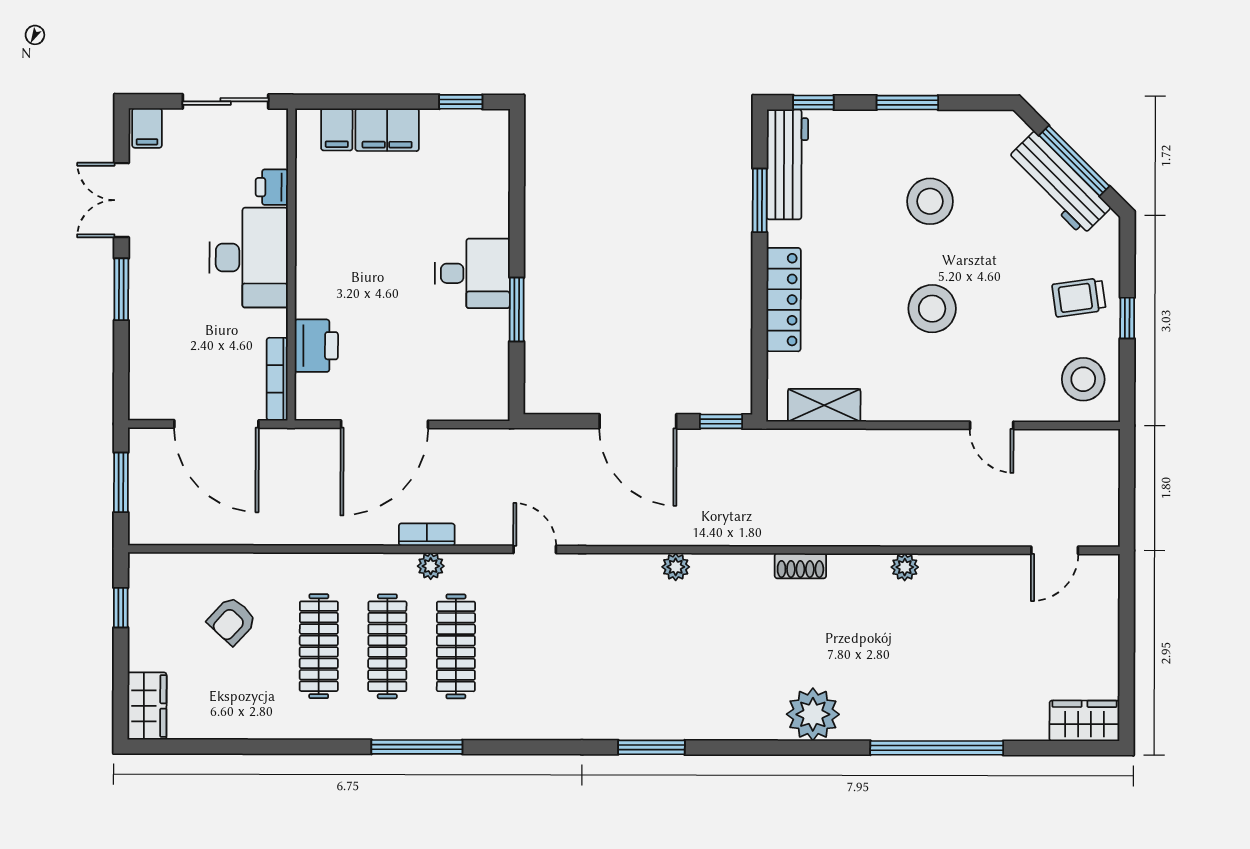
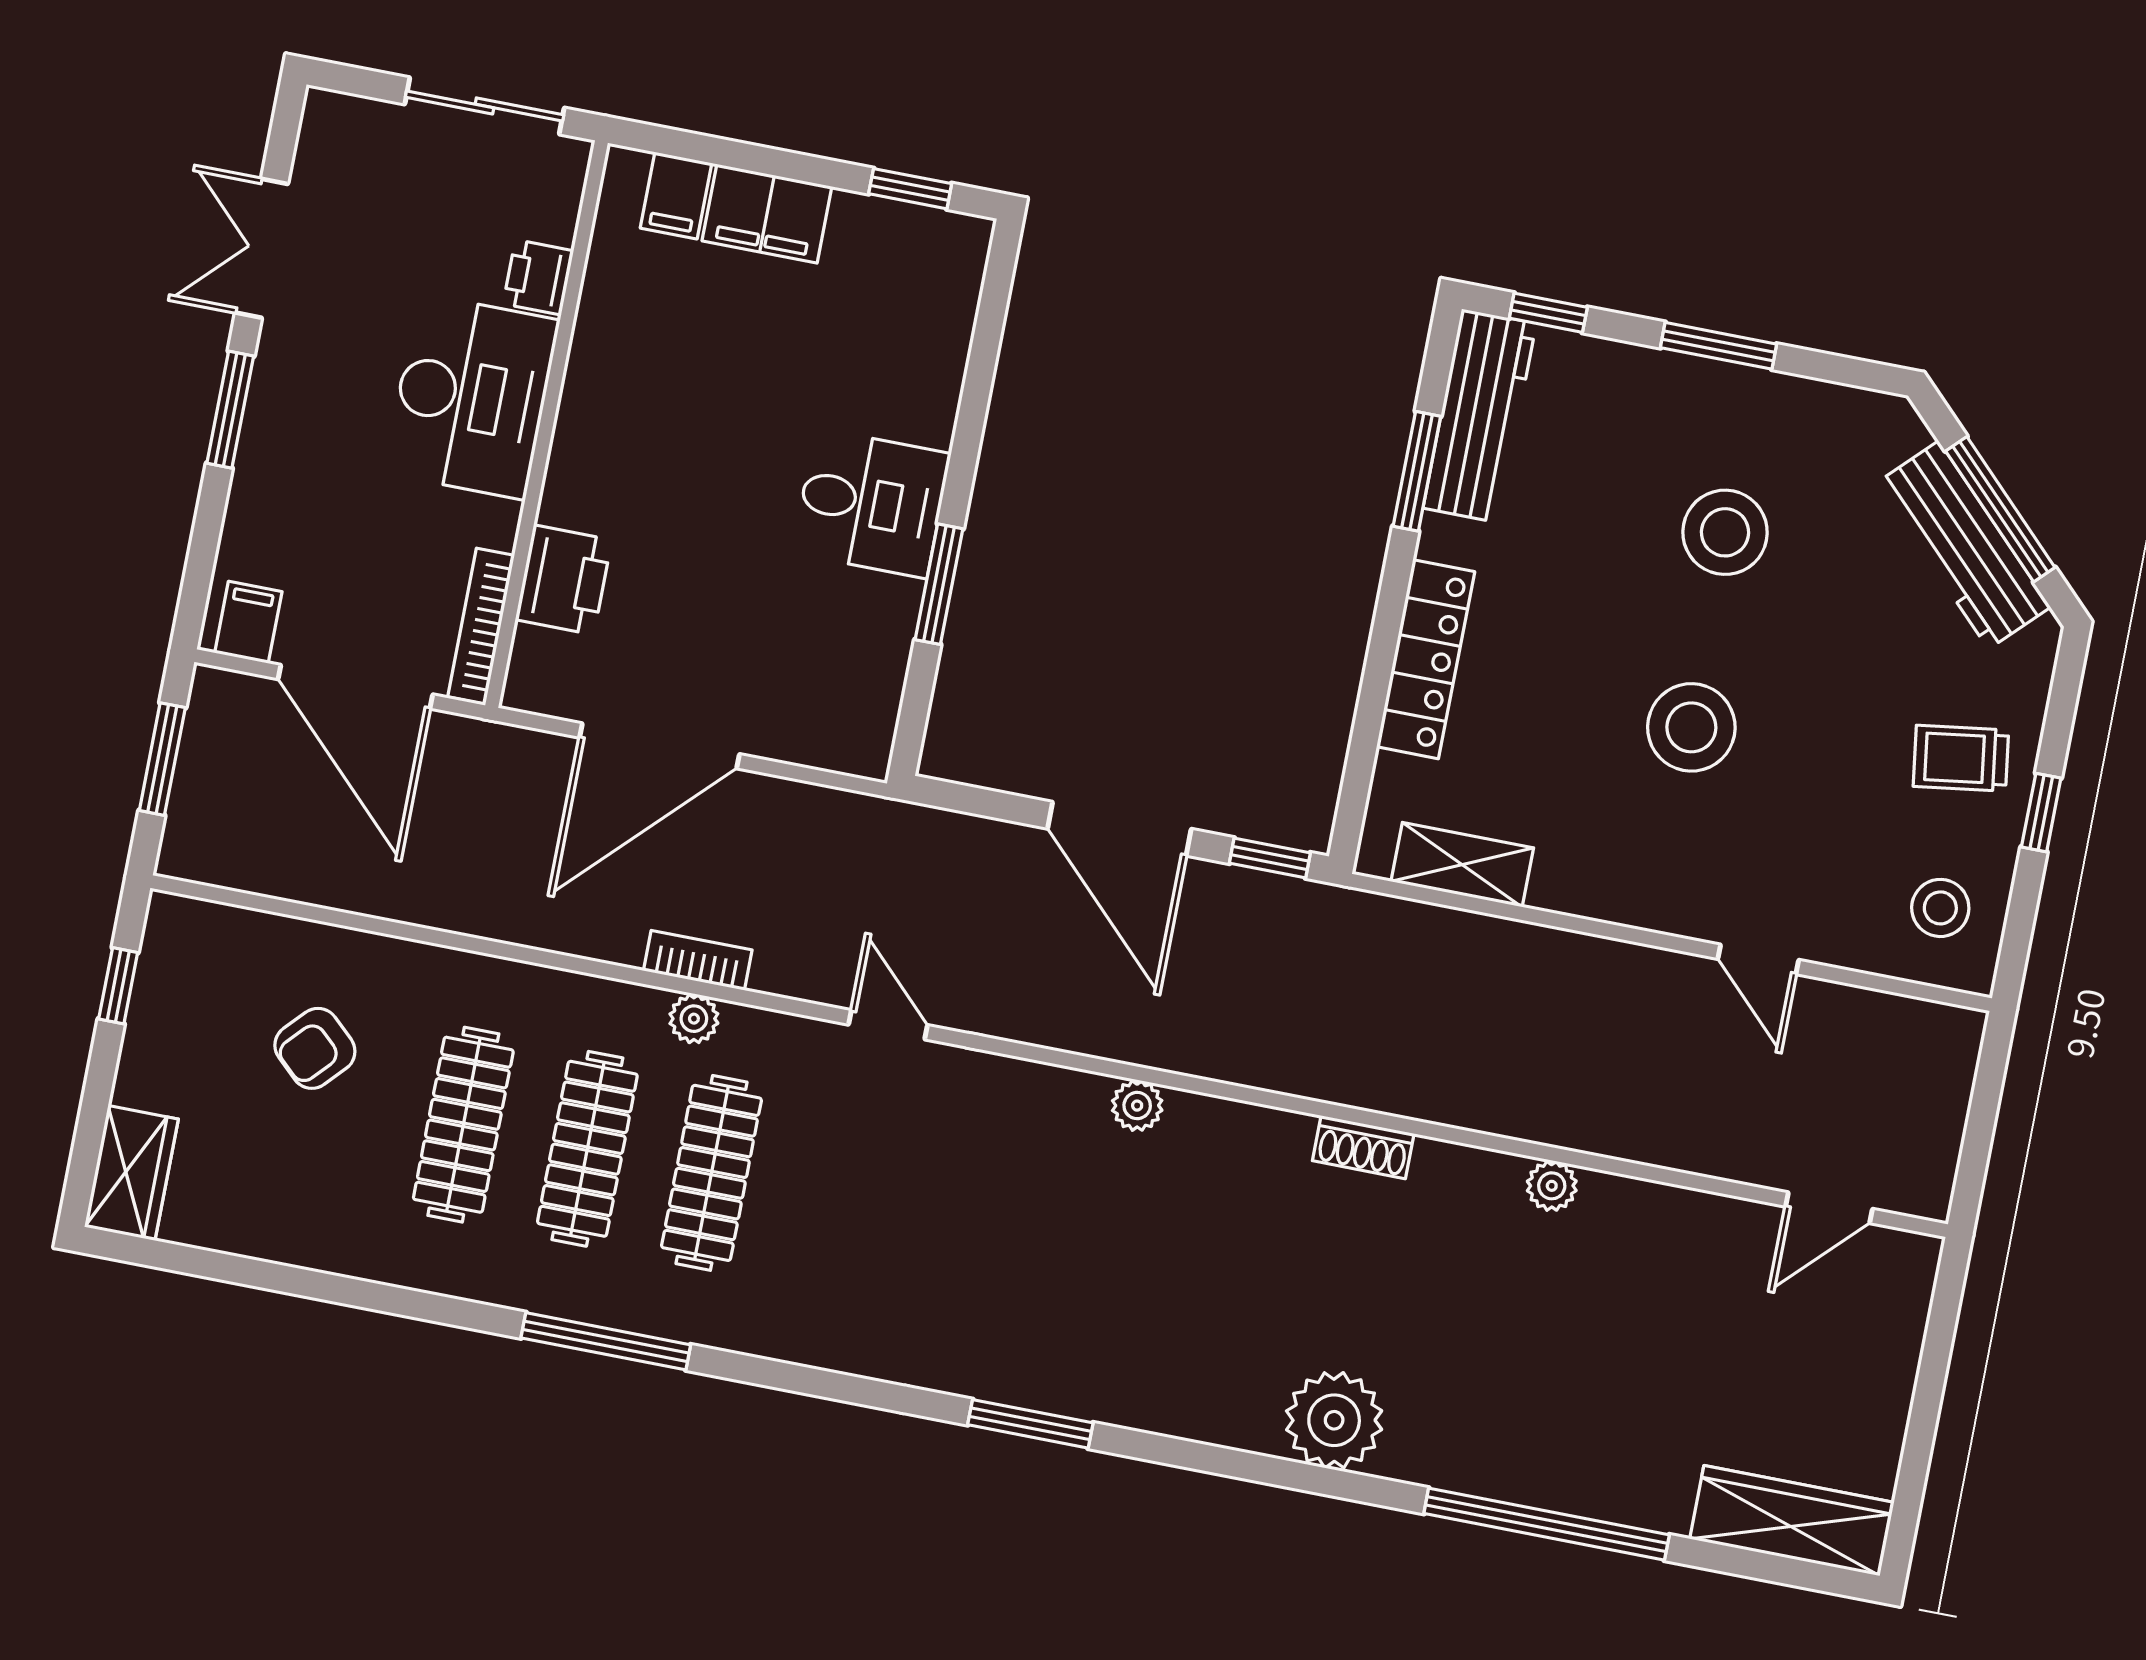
filing cabinet: (147, 128) -> (248, 622), moved, turned 180
stool: (1083, 379) -> (1940, 908), width x0.73, depth x0.73
wardrobe: (1085, 721) -> (1792, 1521), width x1.50

